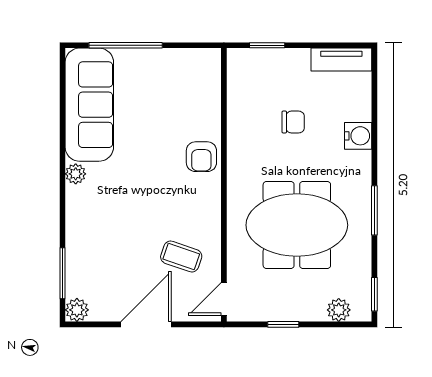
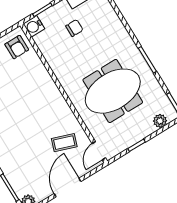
chair: (293, 122) -> (74, 28), moved
water cooler: (358, 136) -> (34, 26), moved, turned 180
armchair: (201, 157) -> (17, 47), moved

